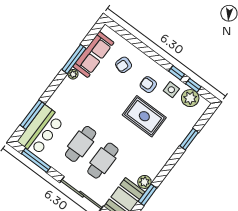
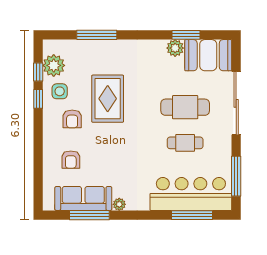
window: (74, 59) -> (89, 215), moved
armchair: (124, 65) -> (71, 160), turned 72
bar counter: (41, 130) -> (191, 194), width x1.36
window: (189, 139) -> (97, 35), width x1.44
cafe table: (81, 144) -> (185, 143), width x0.73, depth x0.74

